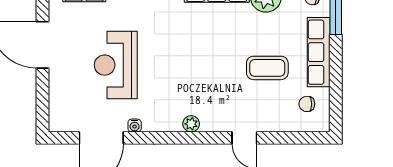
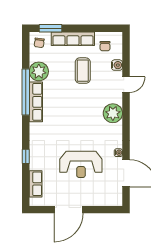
water cooler: (276, 123) -> (117, 65), added
plant: (191, 124) -> (113, 113), width x1.88, depth x1.88

